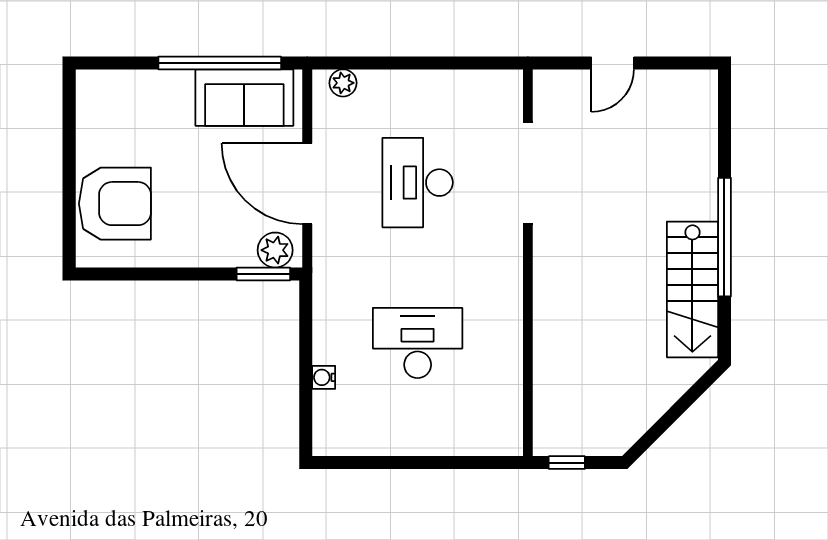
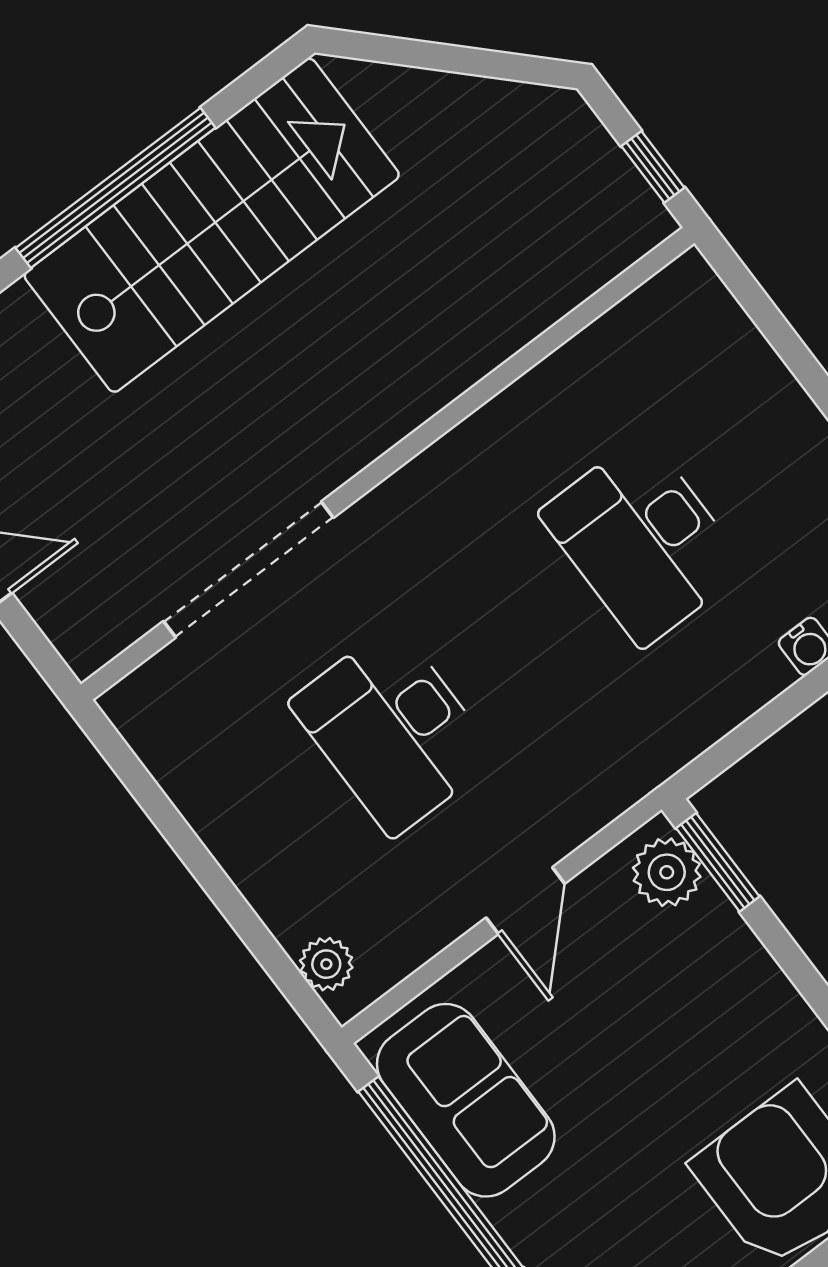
desk: (418, 183) -> (393, 730), turned 90
door: (307, 184) -> (525, 901), width x0.53
stairs: (692, 289) -> (212, 225), width x1.36, depth x1.51

